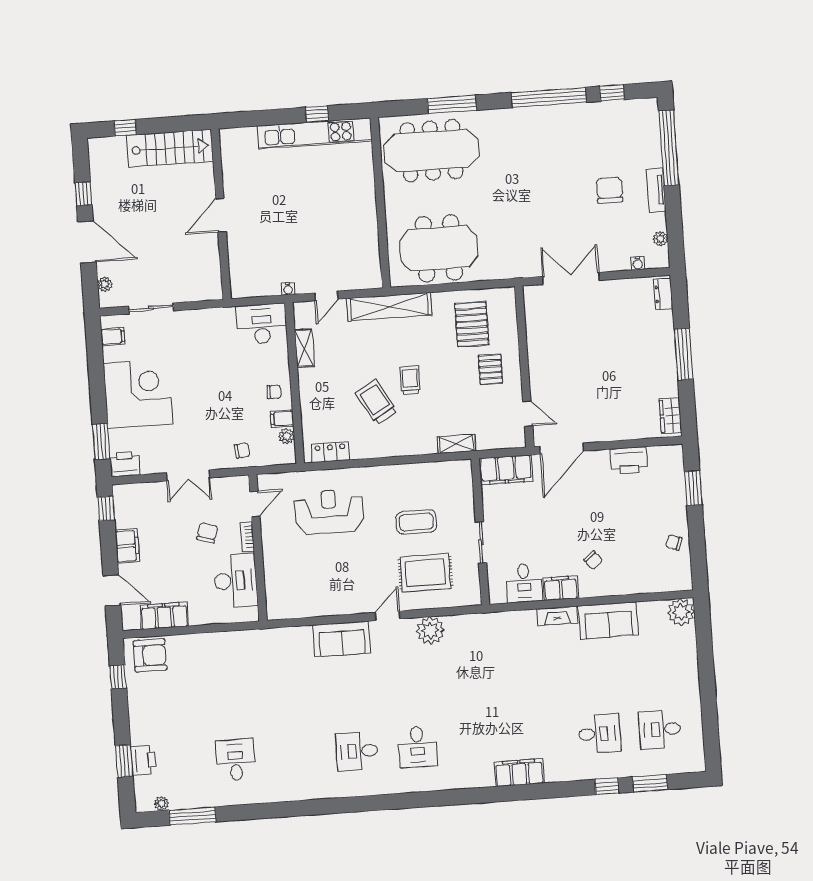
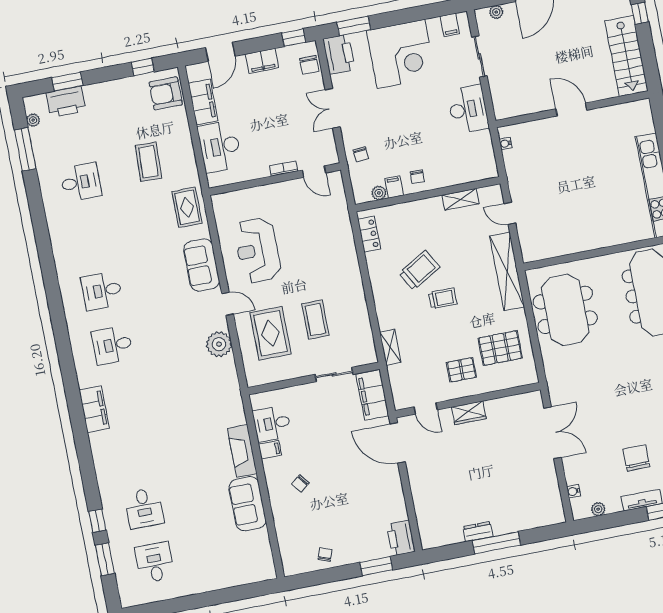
chair: (609, 190) -> (636, 458), turned -90
water cooler: (288, 289) -> (505, 143), moved
dresser: (663, 294) -> (478, 532), moved
desk: (262, 324) -> (468, 109), moved
door: (528, 414) -> (426, 408), hinge flipped
wardrobe: (670, 416) -> (469, 413), moved, turned 180
printer: (629, 460) -> (401, 538), moved
printer: (125, 464) -> (339, 54), width x1.37, depth x1.19
reception desk: (329, 512) -> (257, 250), moved, turned 180
chair: (207, 533) -> (309, 65), moved, turned 73
sliding door: (481, 543) -> (334, 374), moved
desk: (236, 581) -> (220, 146), moved, turned 90
filing cabinet: (561, 588) -> (270, 450), width x0.50
plant: (681, 612) -> (263, 569), removed
fireplace: (557, 616) -> (242, 451), width x1.37, depth x1.32
rug: (277, 647) -> (187, 207), added
armchair: (150, 655) -> (166, 93), turned 90
coffee table: (222, 683) -> (148, 162), added
desk: (357, 751) -> (102, 291), turned -90
printer: (143, 760) -> (66, 102), width x1.37, depth x1.19
filing cabinet: (519, 773) -> (94, 409), moved

